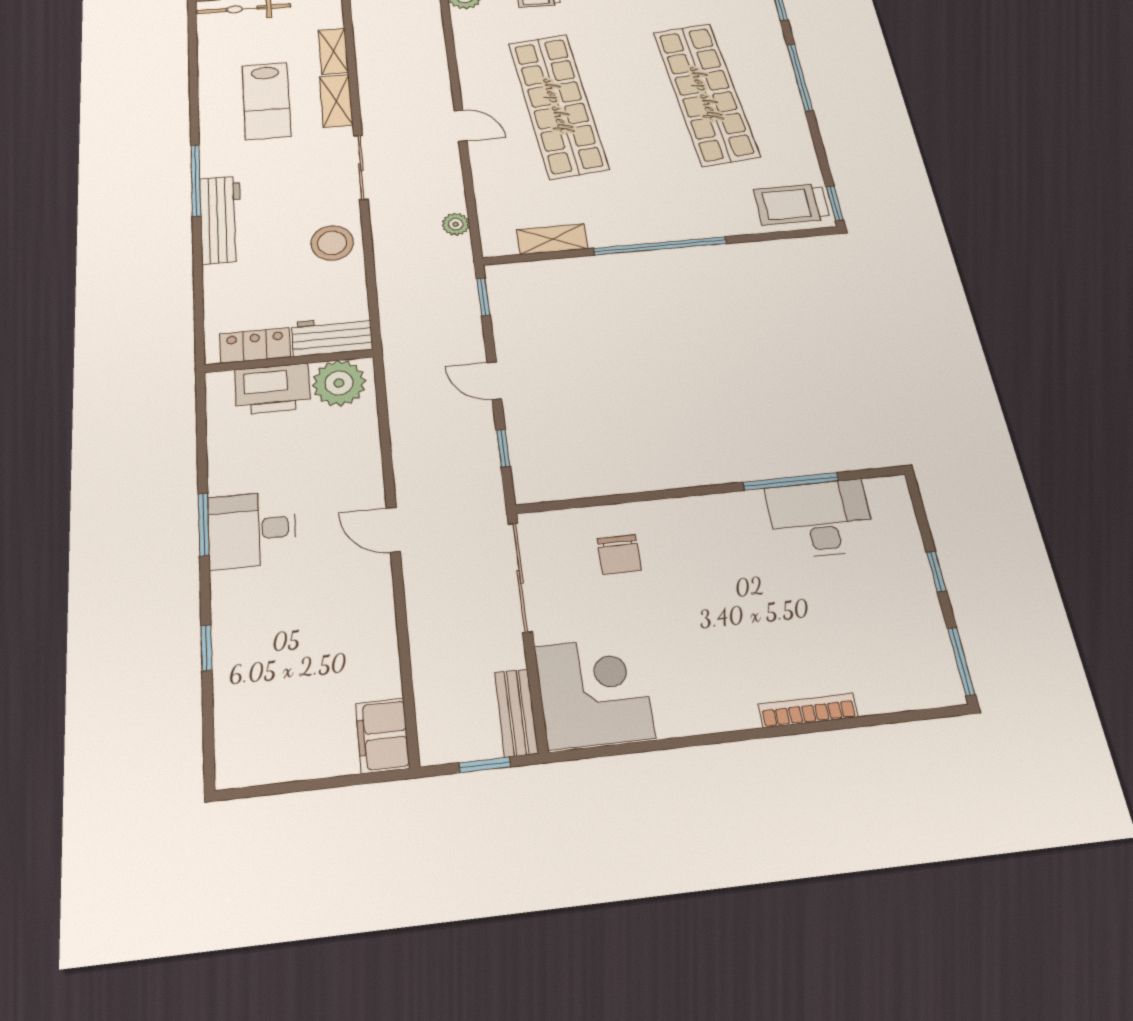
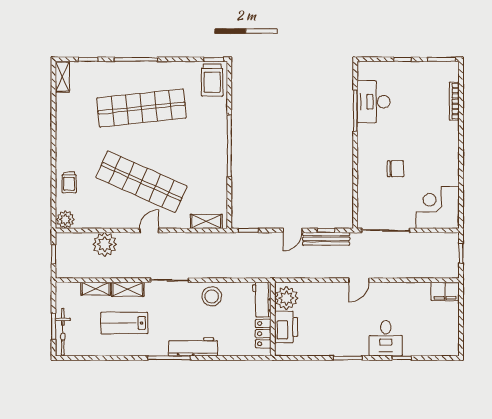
lab bench: (266, 101) -> (124, 323), turned 180
shop shelf: (558, 105) -> (141, 182), turned 30
plant: (456, 224) -> (105, 244), moved, width x1.88, depth x1.88
shelving: (552, 239) -> (206, 221), moved, turned 90
desk: (252, 530) -> (386, 338), moved
chair: (619, 555) -> (395, 169), moved
bookcase: (808, 711) -> (454, 101), moved
bench: (516, 713) -> (326, 239), moved, width x1.36

